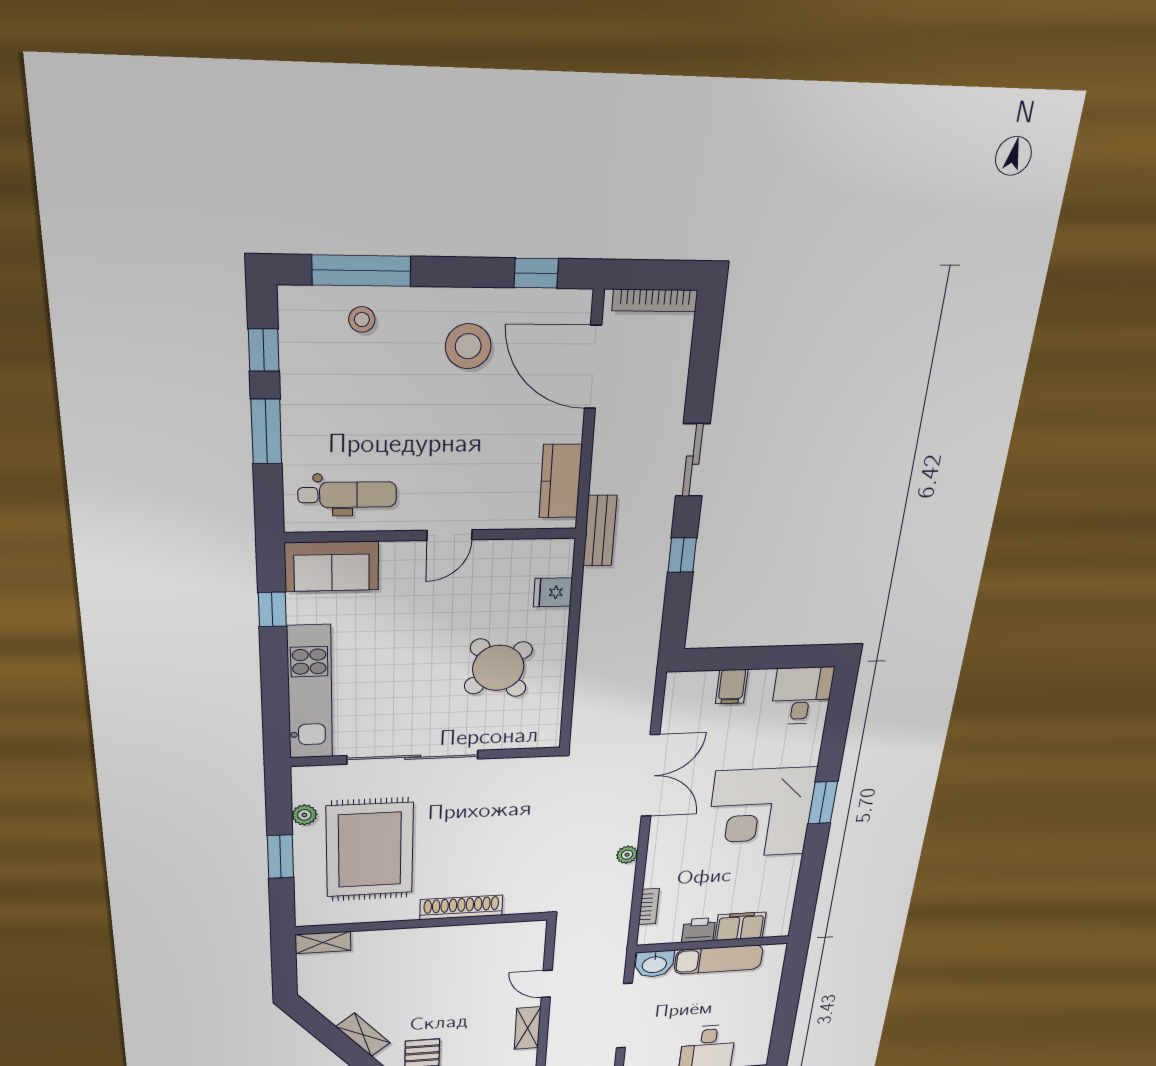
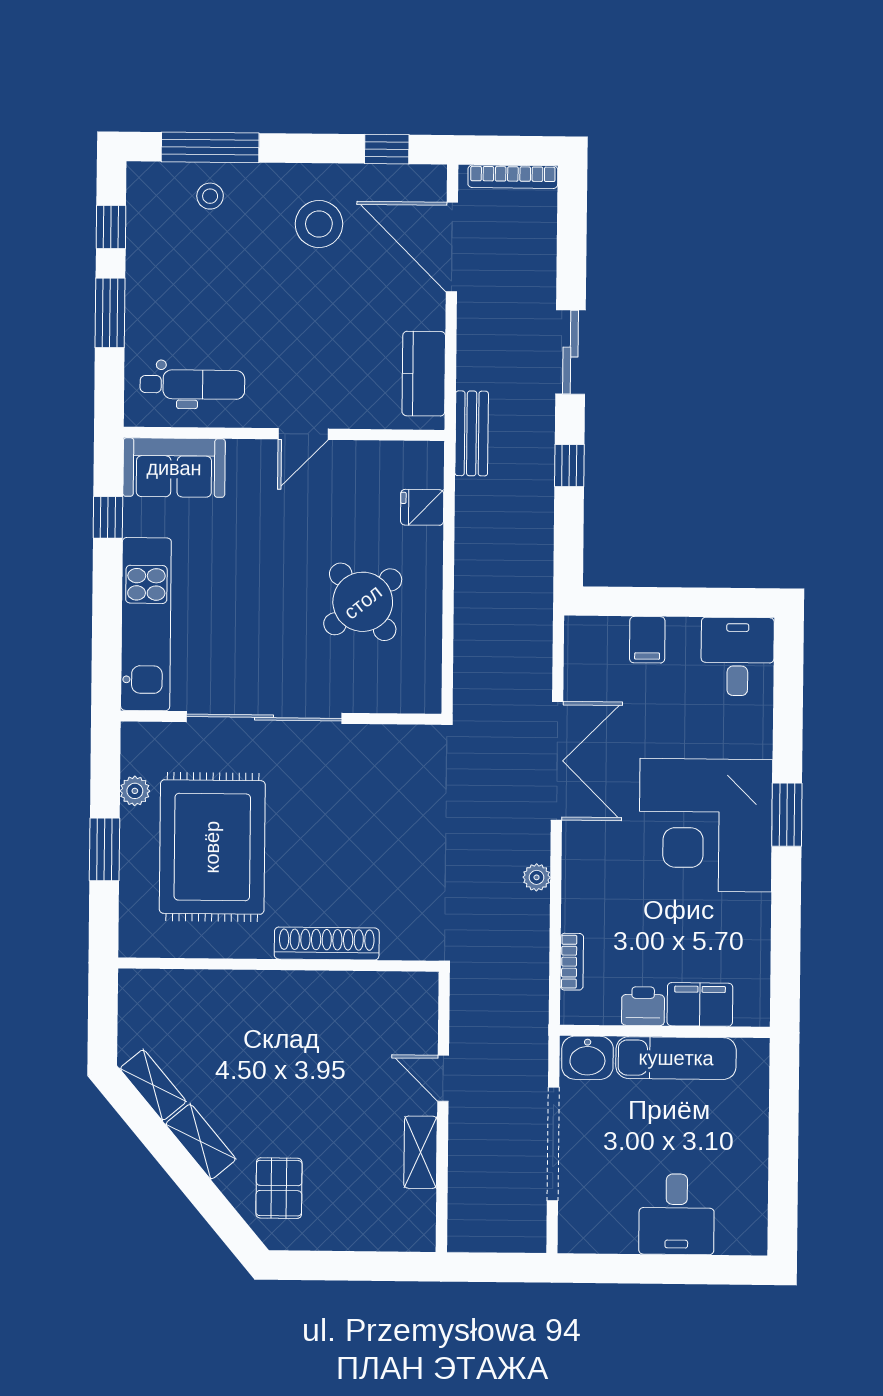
shelving: (323, 942) -> (153, 1085), moved, turned 50

